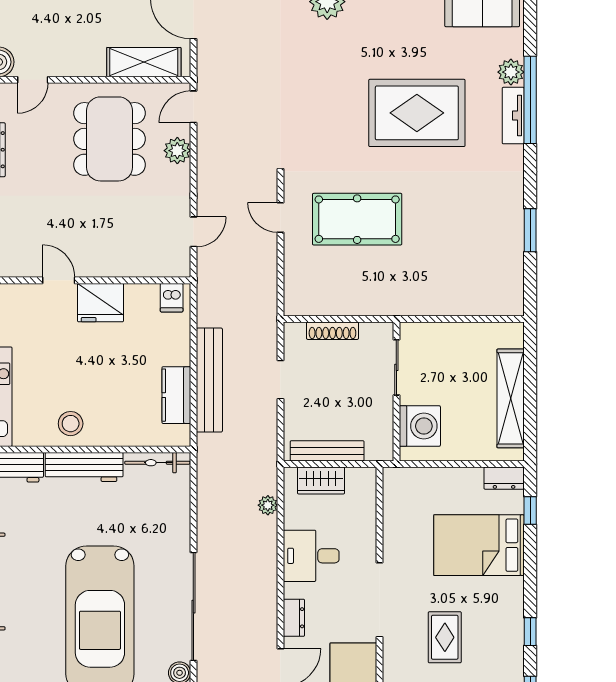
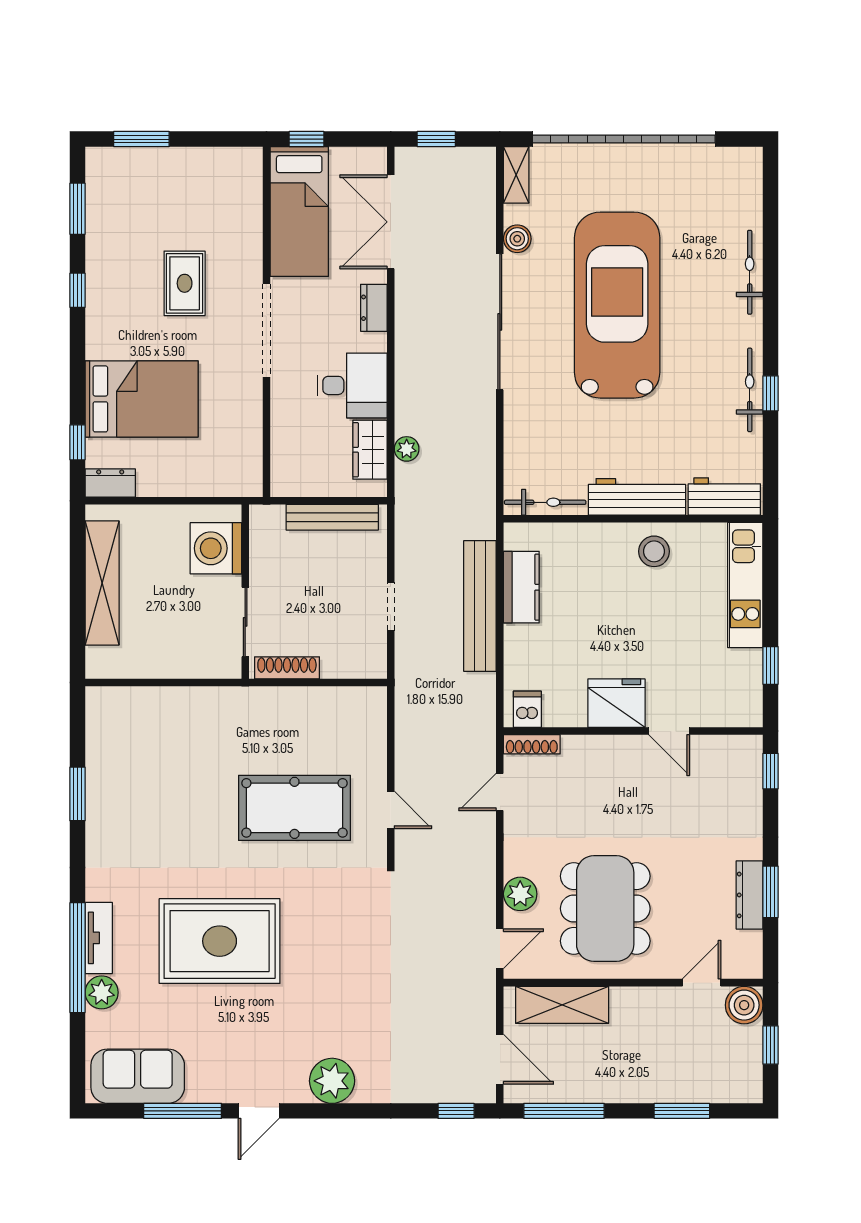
shoe rack: (168, 270) -> (532, 744), added
shoe rack: (332, 331) -> (287, 668), moved
wardrobe: (321, 481) -> (370, 450), moved, turned -90

